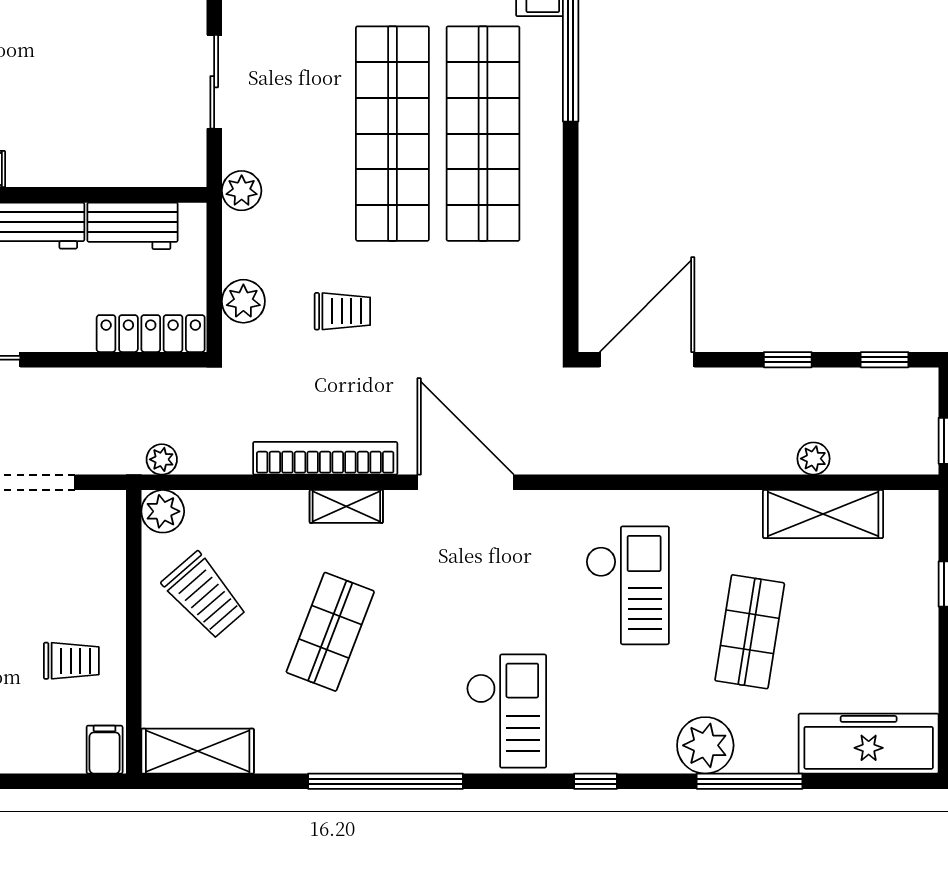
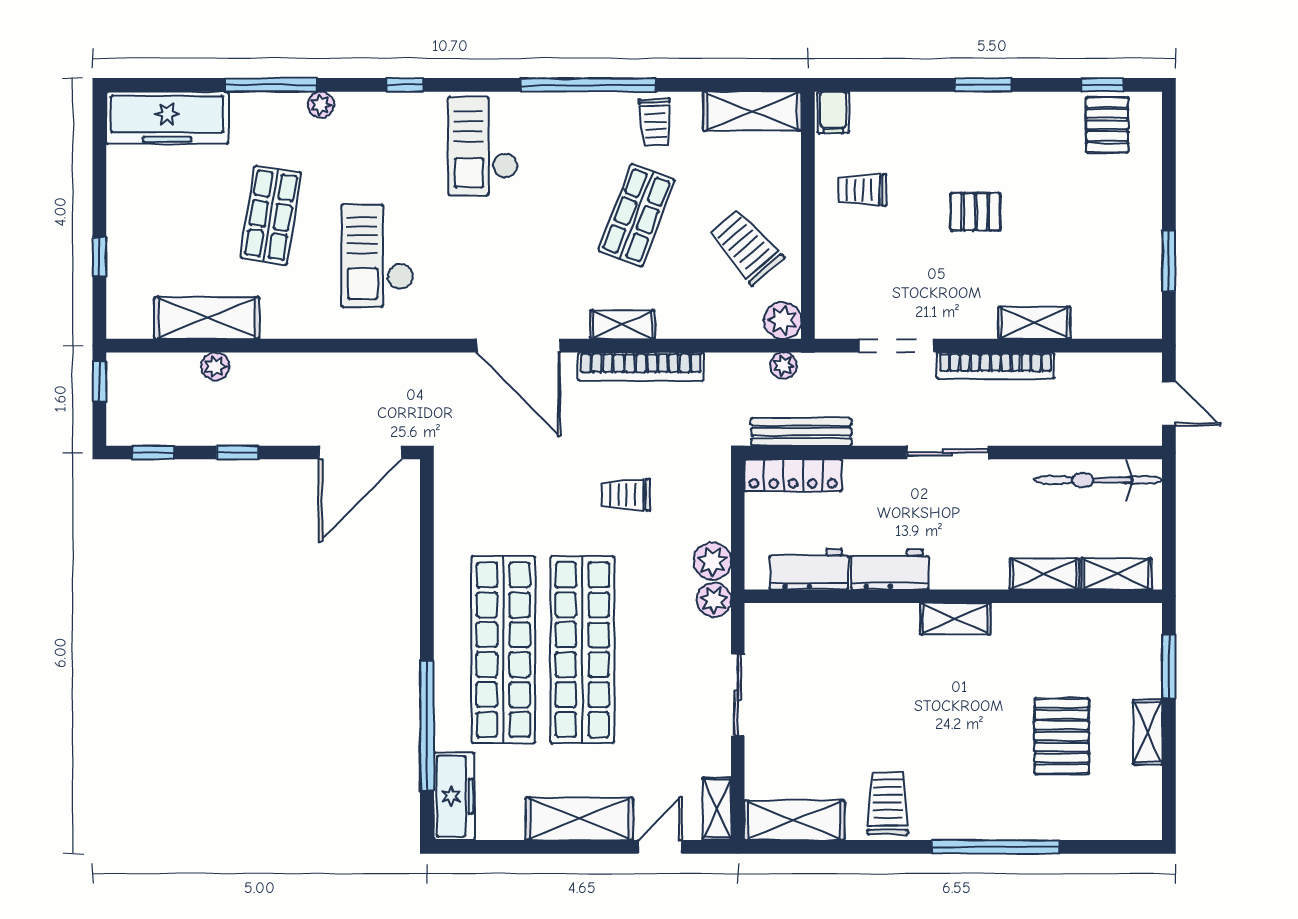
plant: (243, 301) -> (712, 561), moved
bench: (141, 383) -> (801, 432), added
trolley: (309, 739) -> (655, 122), added
plant: (705, 745) -> (321, 105), width x0.53, depth x0.53

